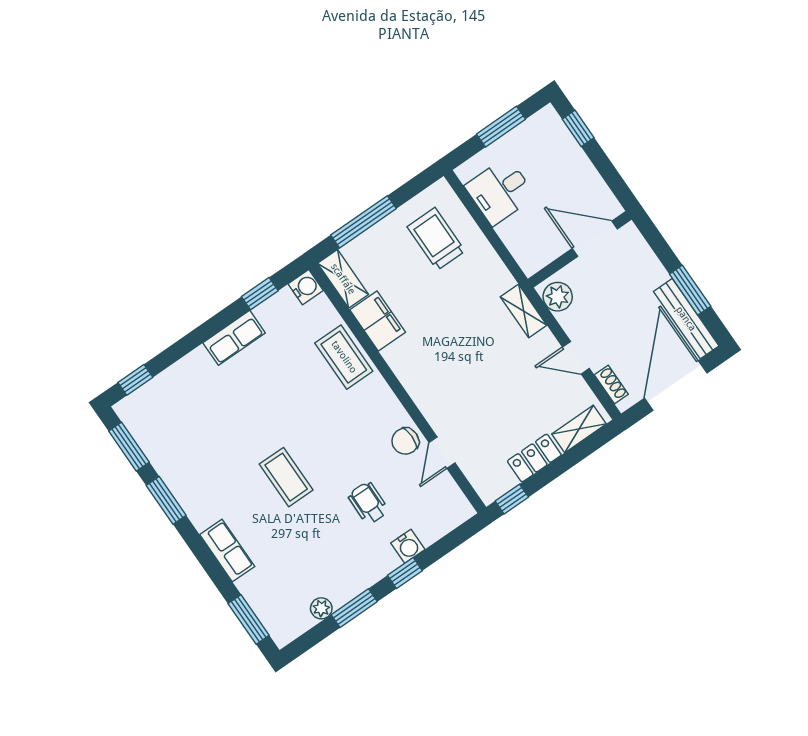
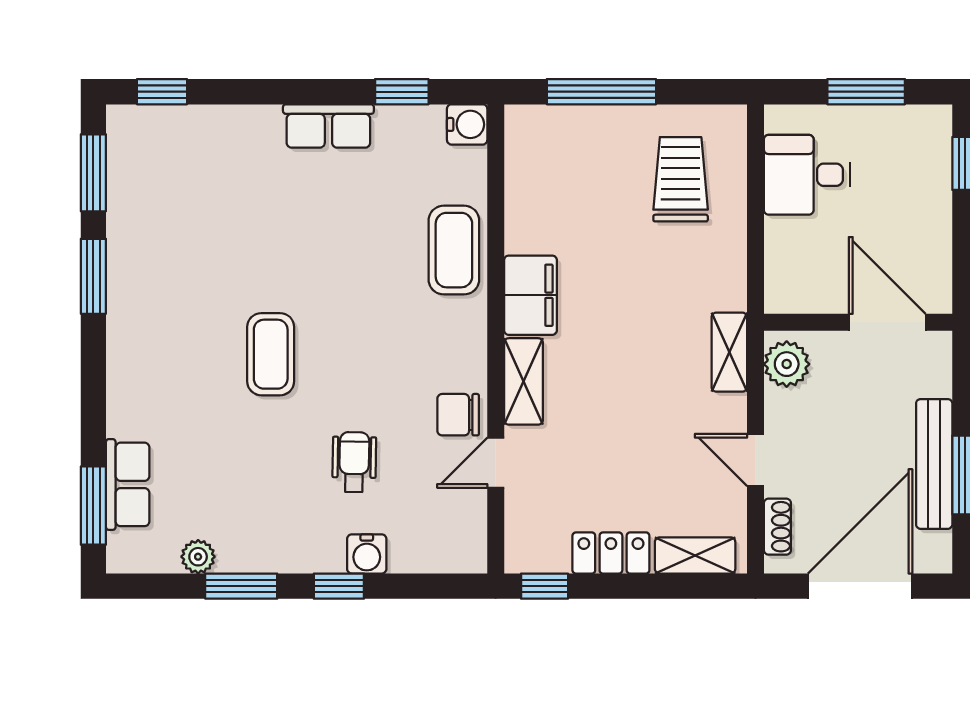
shelving: (343, 279) -> (523, 381), moved
bench: (686, 319) -> (934, 464), moved
filing cabinet: (378, 321) -> (530, 295), moved
row of seats: (227, 550) -> (128, 484), moved

